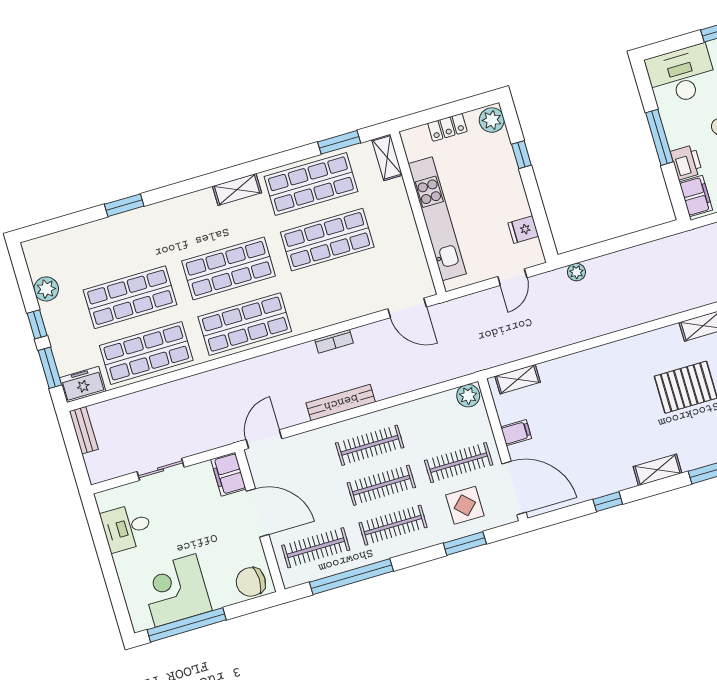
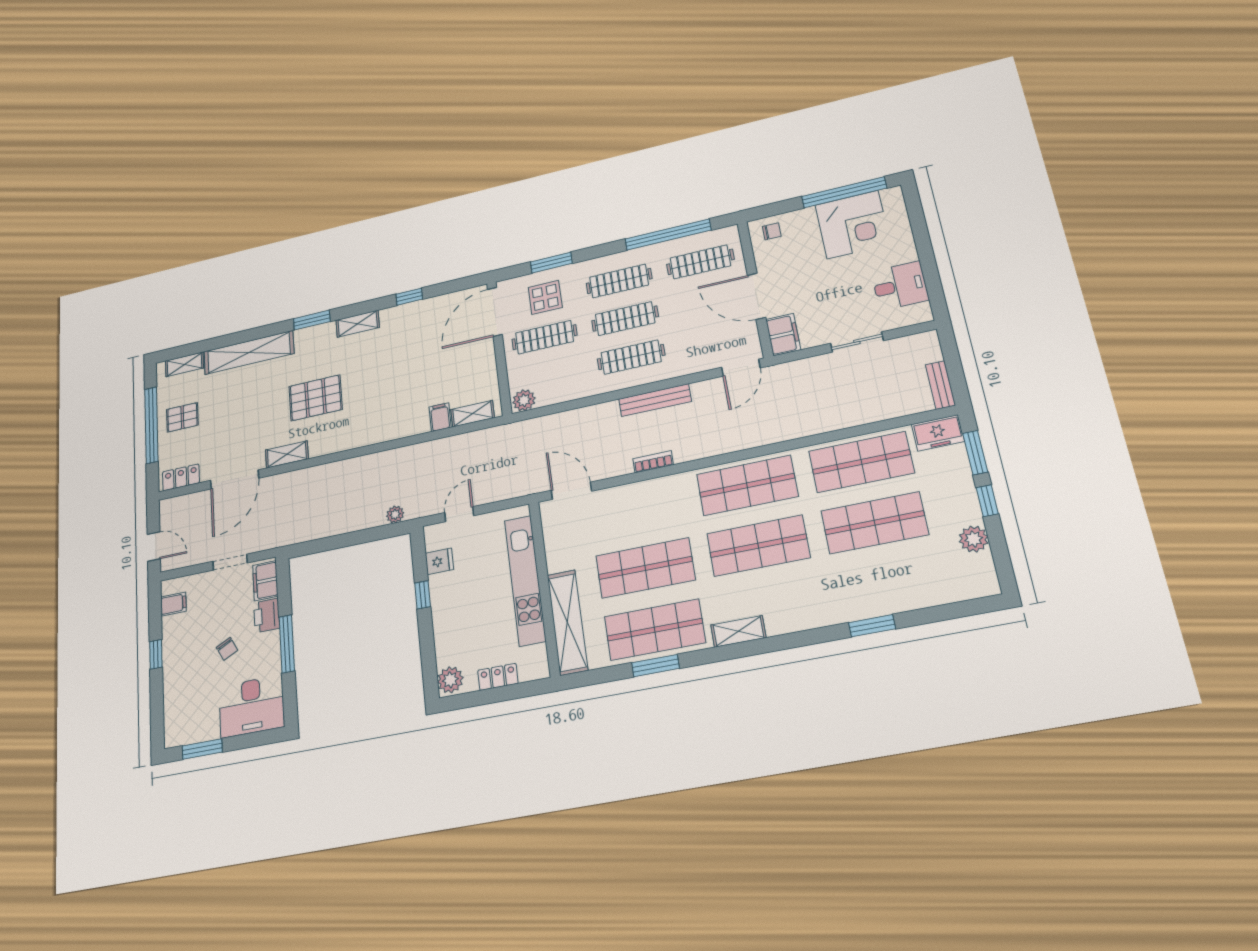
window: (339, 142) -> (655, 666), moved
window: (521, 155) -> (423, 595), moved
shelving: (387, 157) -> (567, 622), width x2.20, depth x1.33
filing cabinet: (516, 433) -> (440, 417), moved, turned 90
door: (514, 488) -> (495, 312), hinge flipped
chair: (251, 582) -> (772, 231), width x0.54, depth x0.54

